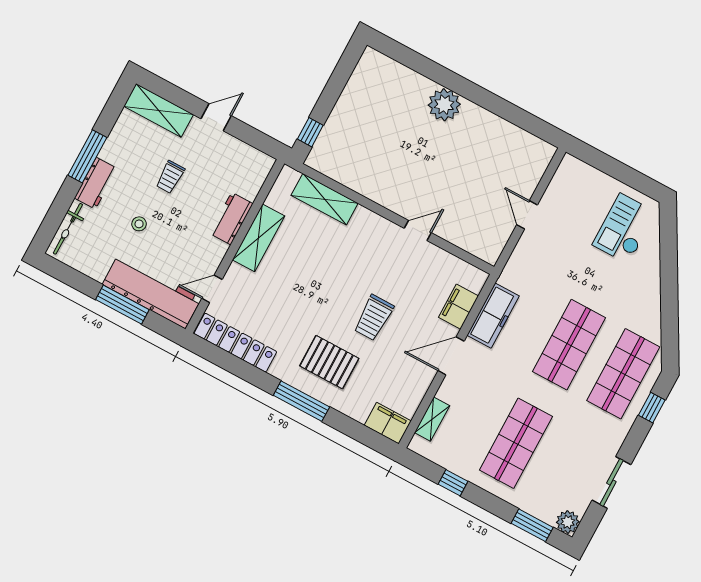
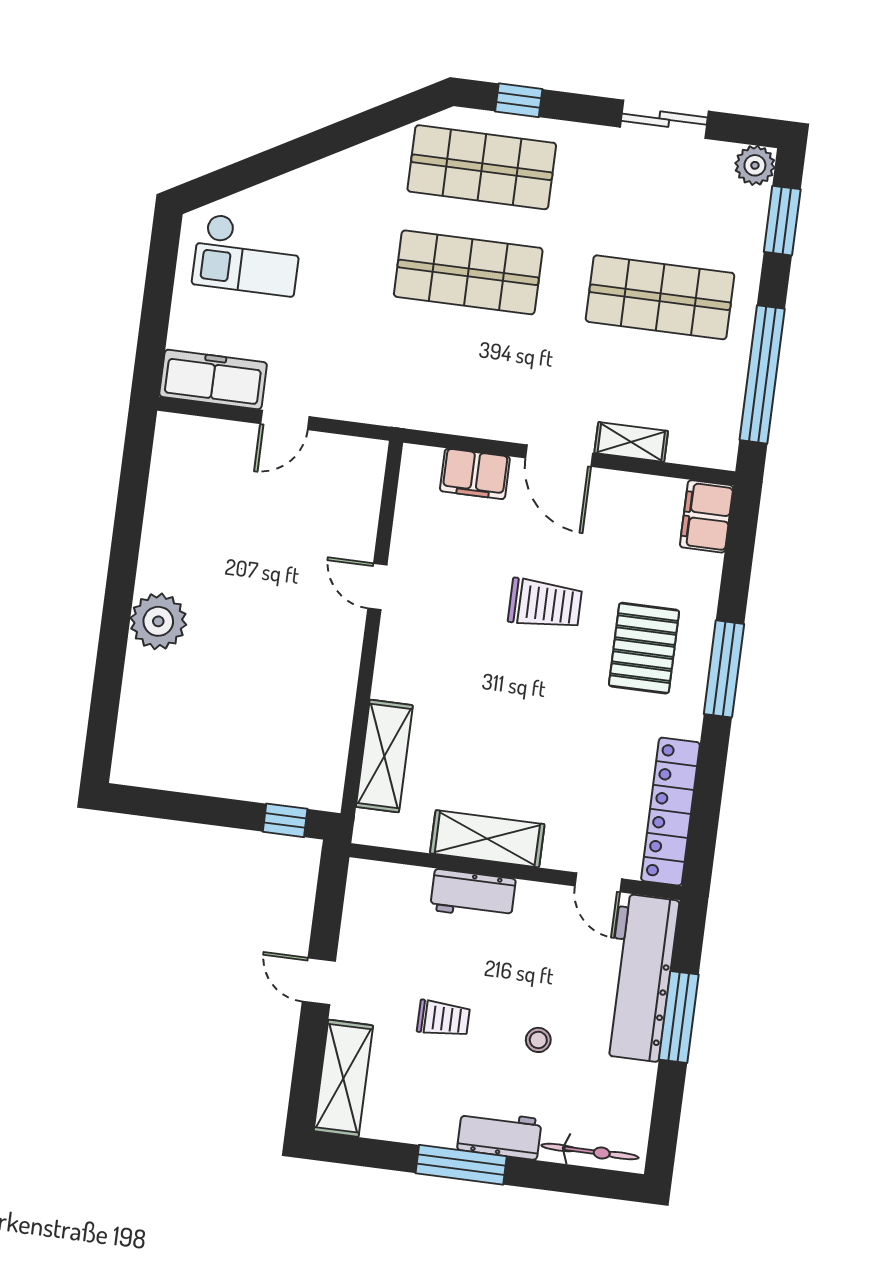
freezer: (493, 316) -> (213, 380), moved
shelving: (432, 419) -> (631, 442), moved
window: (453, 483) -> (762, 374), width x3.17

